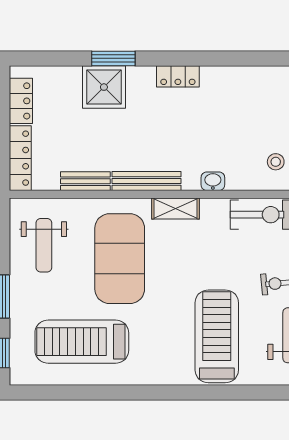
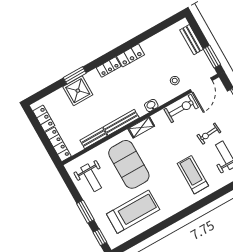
locker: (225, 78) -> (130, 55), added
treadmill: (217, 336) -> (193, 175), width x0.73, depth x0.73
treadmill: (82, 342) -> (133, 212), turned 180

